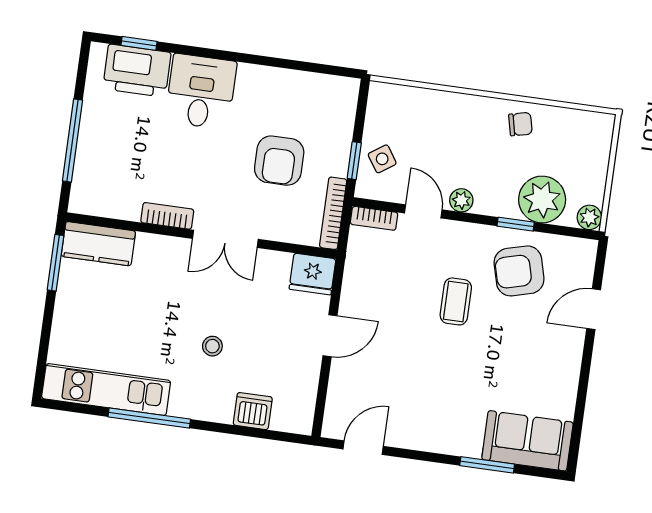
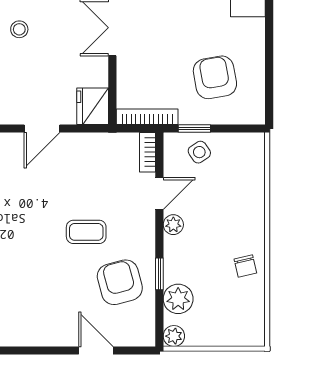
armchair: (279, 161) -> (215, 77), moved, turned 80
plant: (542, 200) -> (178, 299), width x0.73, depth x0.73
door: (330, 336) -> (42, 128), hinge flipped

